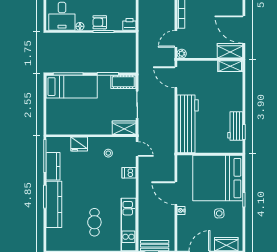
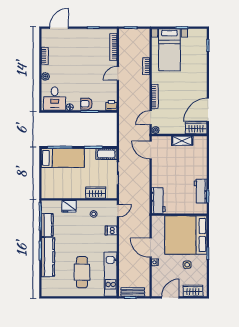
door: (244, 30) -> (208, 110), hinge flipped
shelving: (230, 66) -> (182, 141), moved
workbench: (188, 124) -> (158, 201), width x0.53, depth x0.76
wardrobe: (124, 128) -> (96, 193), moved
door: (137, 149) -> (118, 211), hinge flipped
cafe table: (94, 222) -> (82, 272), width x1.37, depth x1.35

